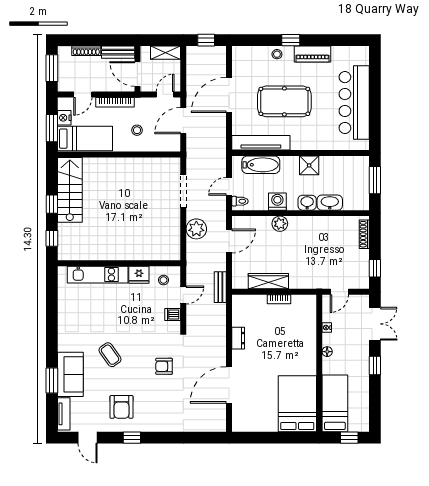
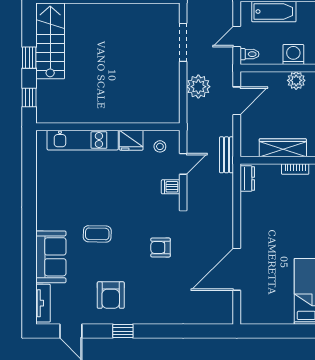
dresser: (238, 338) -> (247, 178), moved
coffee table: (110, 355) -> (97, 234), turned -54
window: (52, 380) -> (29, 264), removed

